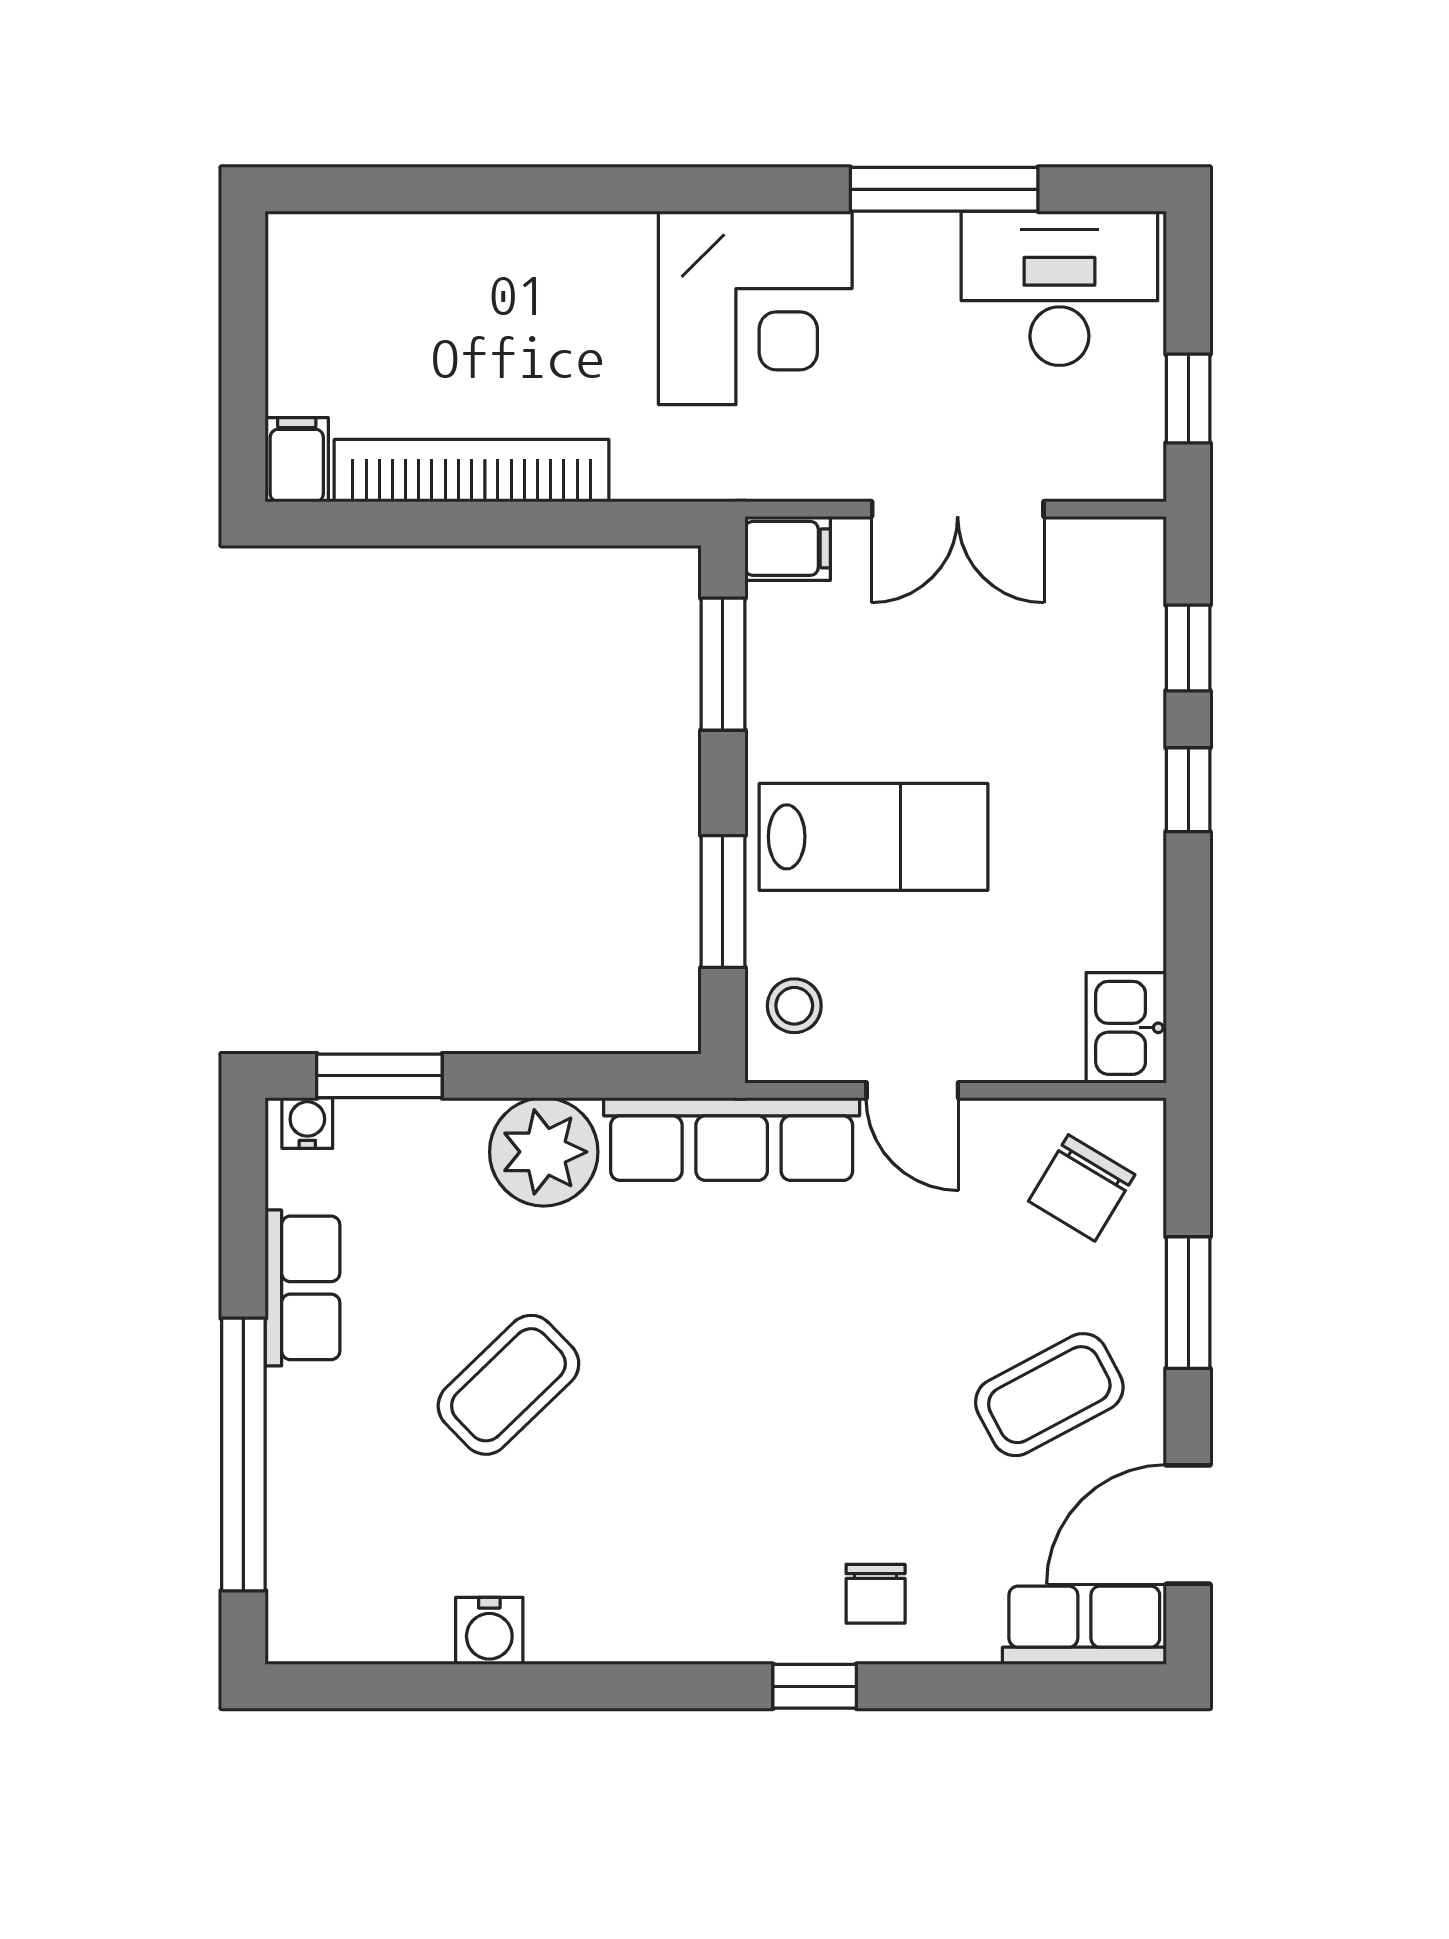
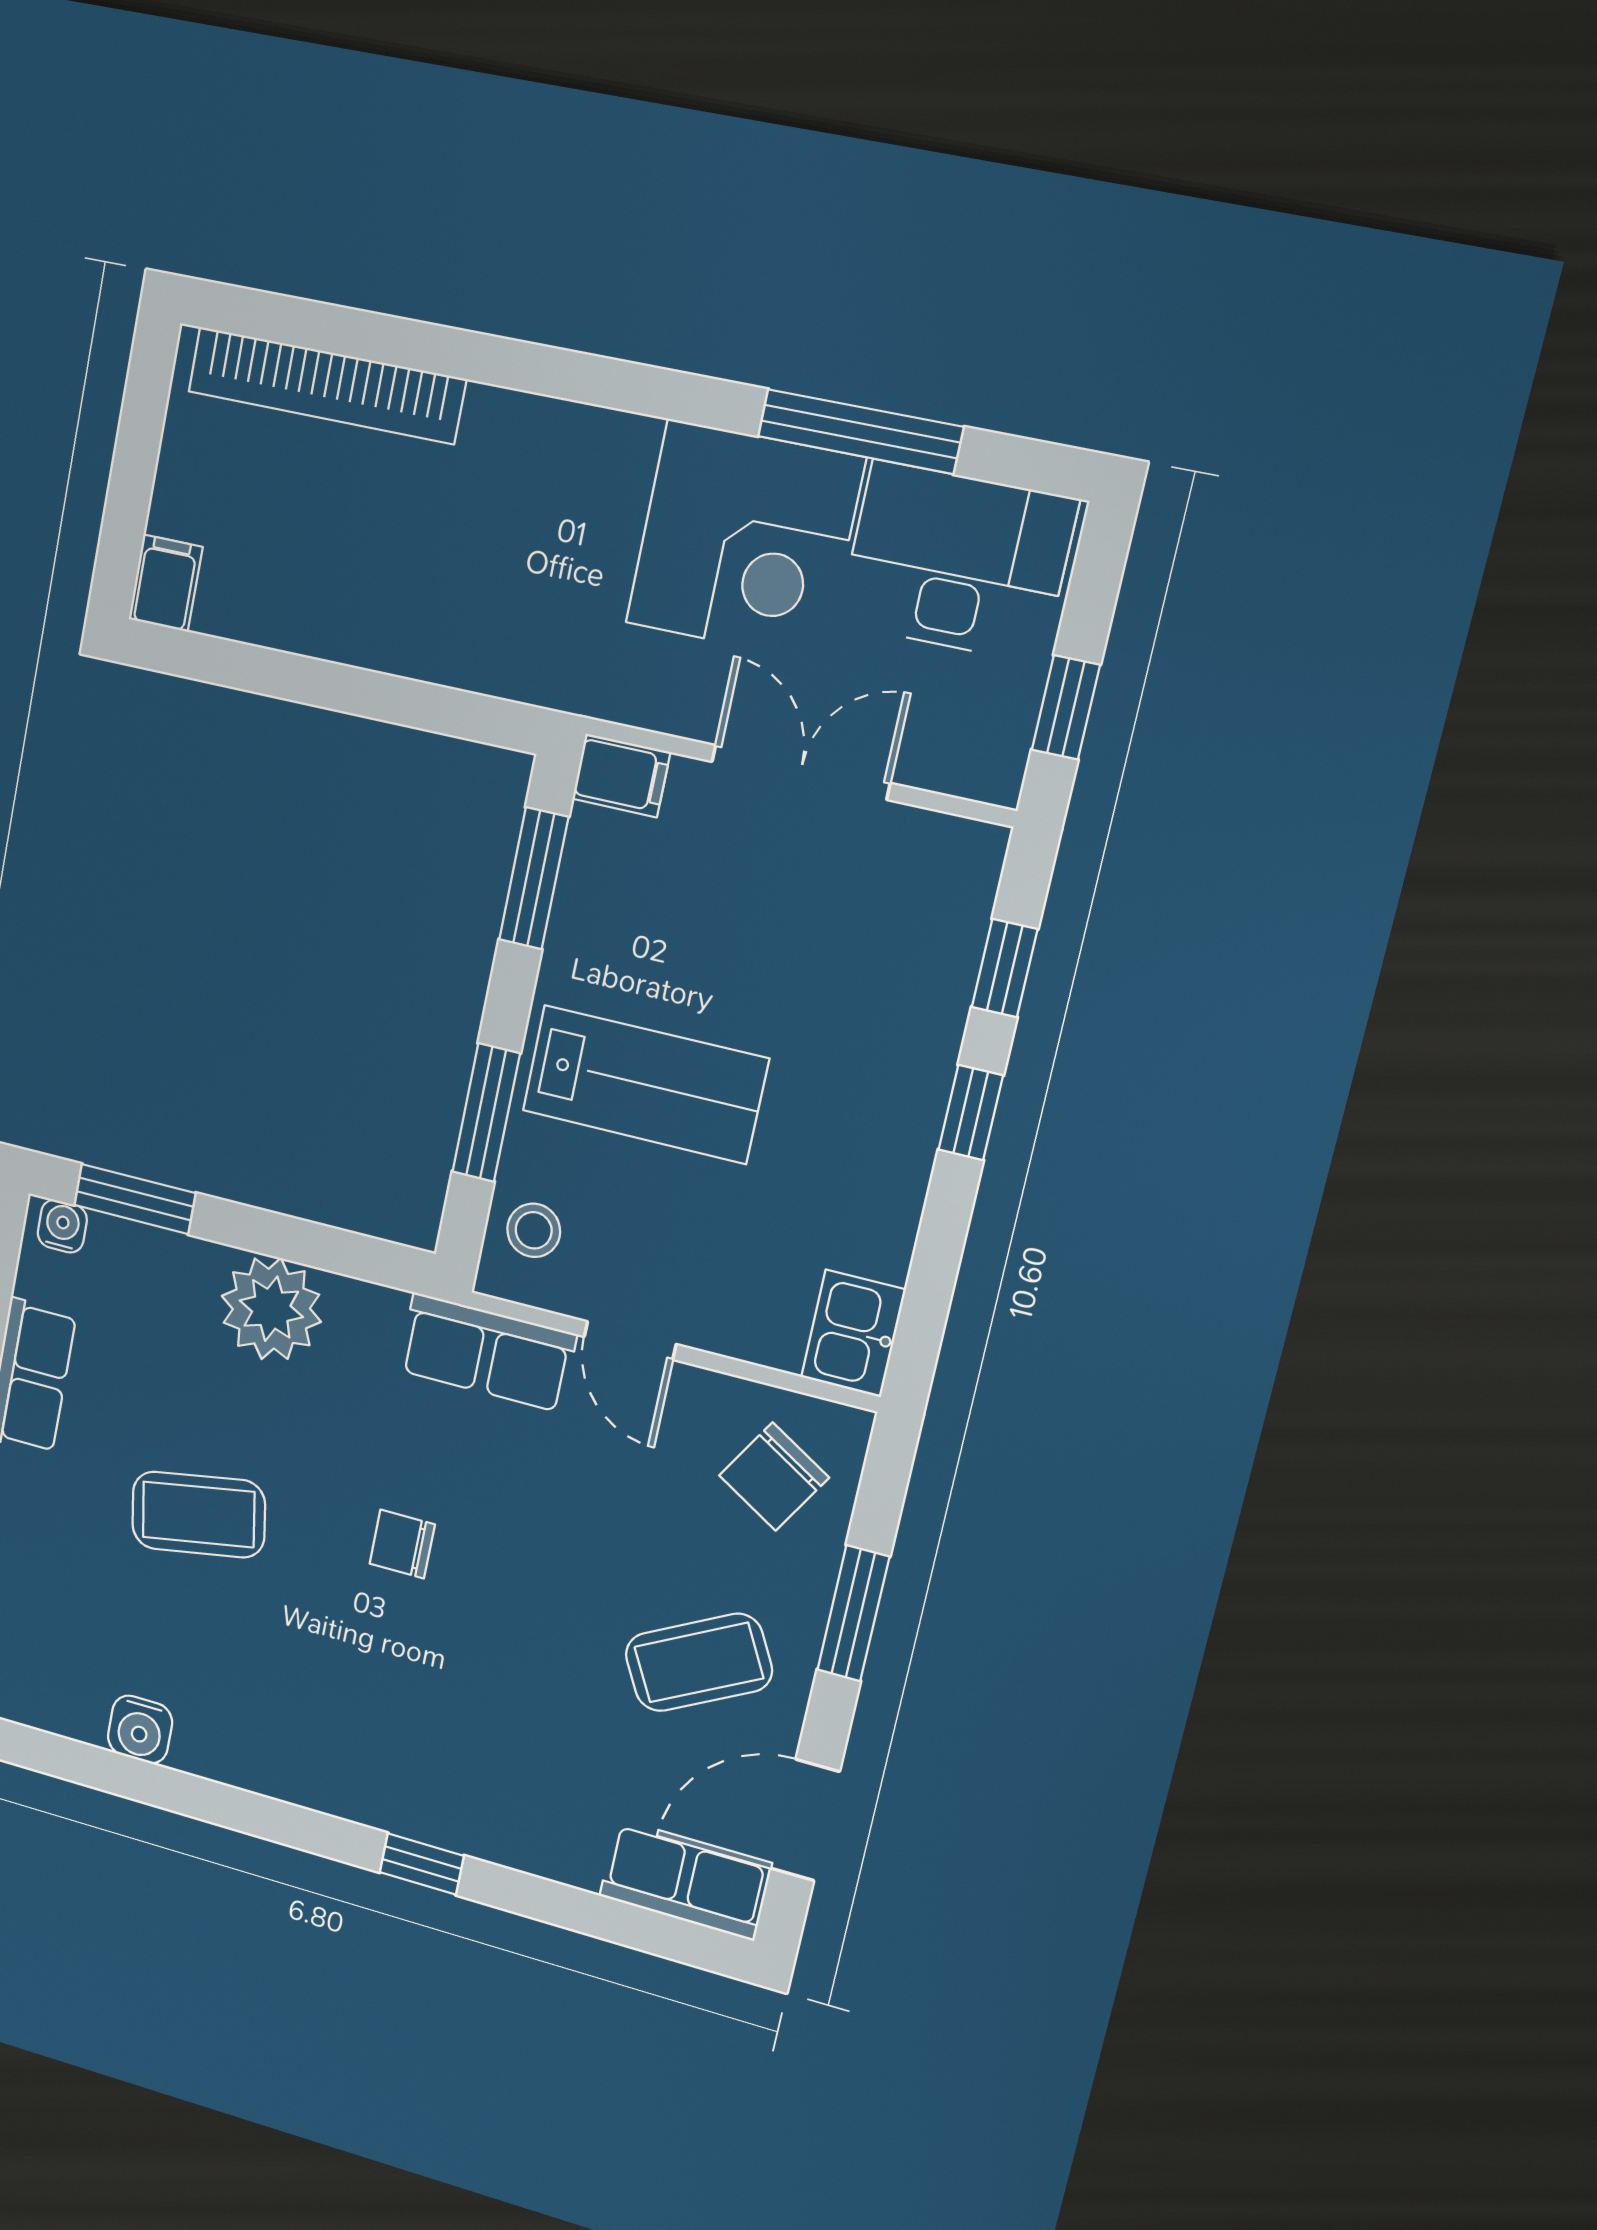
corner desk: (755, 308) -> (745, 541), moved
bookcase: (472, 471) -> (326, 385), moved, turned 180
double door: (958, 509) -> (801, 772), swing flipped
row of seats: (732, 1139) -> (487, 1352), width x0.68
coffee table: (508, 1385) -> (198, 1515), turned 34
chair: (876, 1594) -> (402, 1544), moved, turned 90

